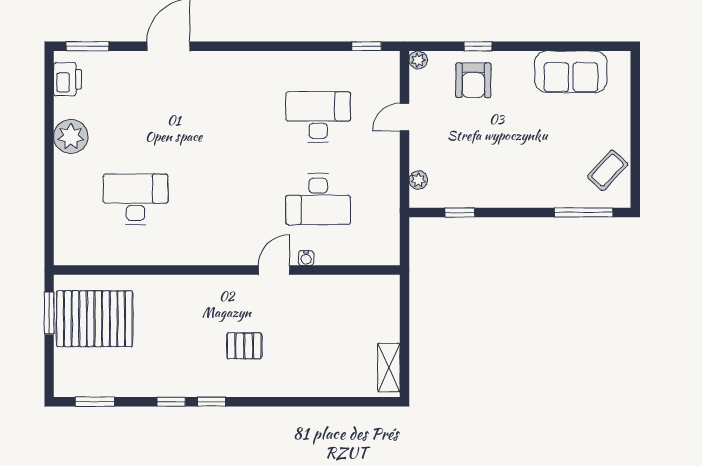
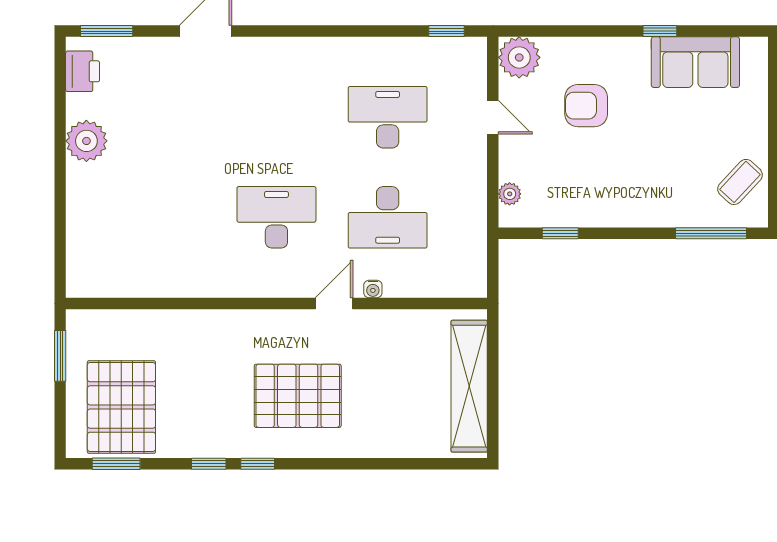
window: (478, 46) -> (660, 31), moved
plant: (418, 60) -> (519, 57), width x1.87, depth x1.87
armchair: (473, 80) -> (586, 106), moved, turned 90
door: (405, 117) -> (493, 117), swing flipped
desk: (136, 199) -> (276, 217), moved
pallet: (95, 319) -> (121, 407), moved, turned 90
pallet: (244, 346) -> (298, 396), width x2.05, depth x2.00
shelving: (389, 368) -> (469, 386), width x2.20, depth x1.33

